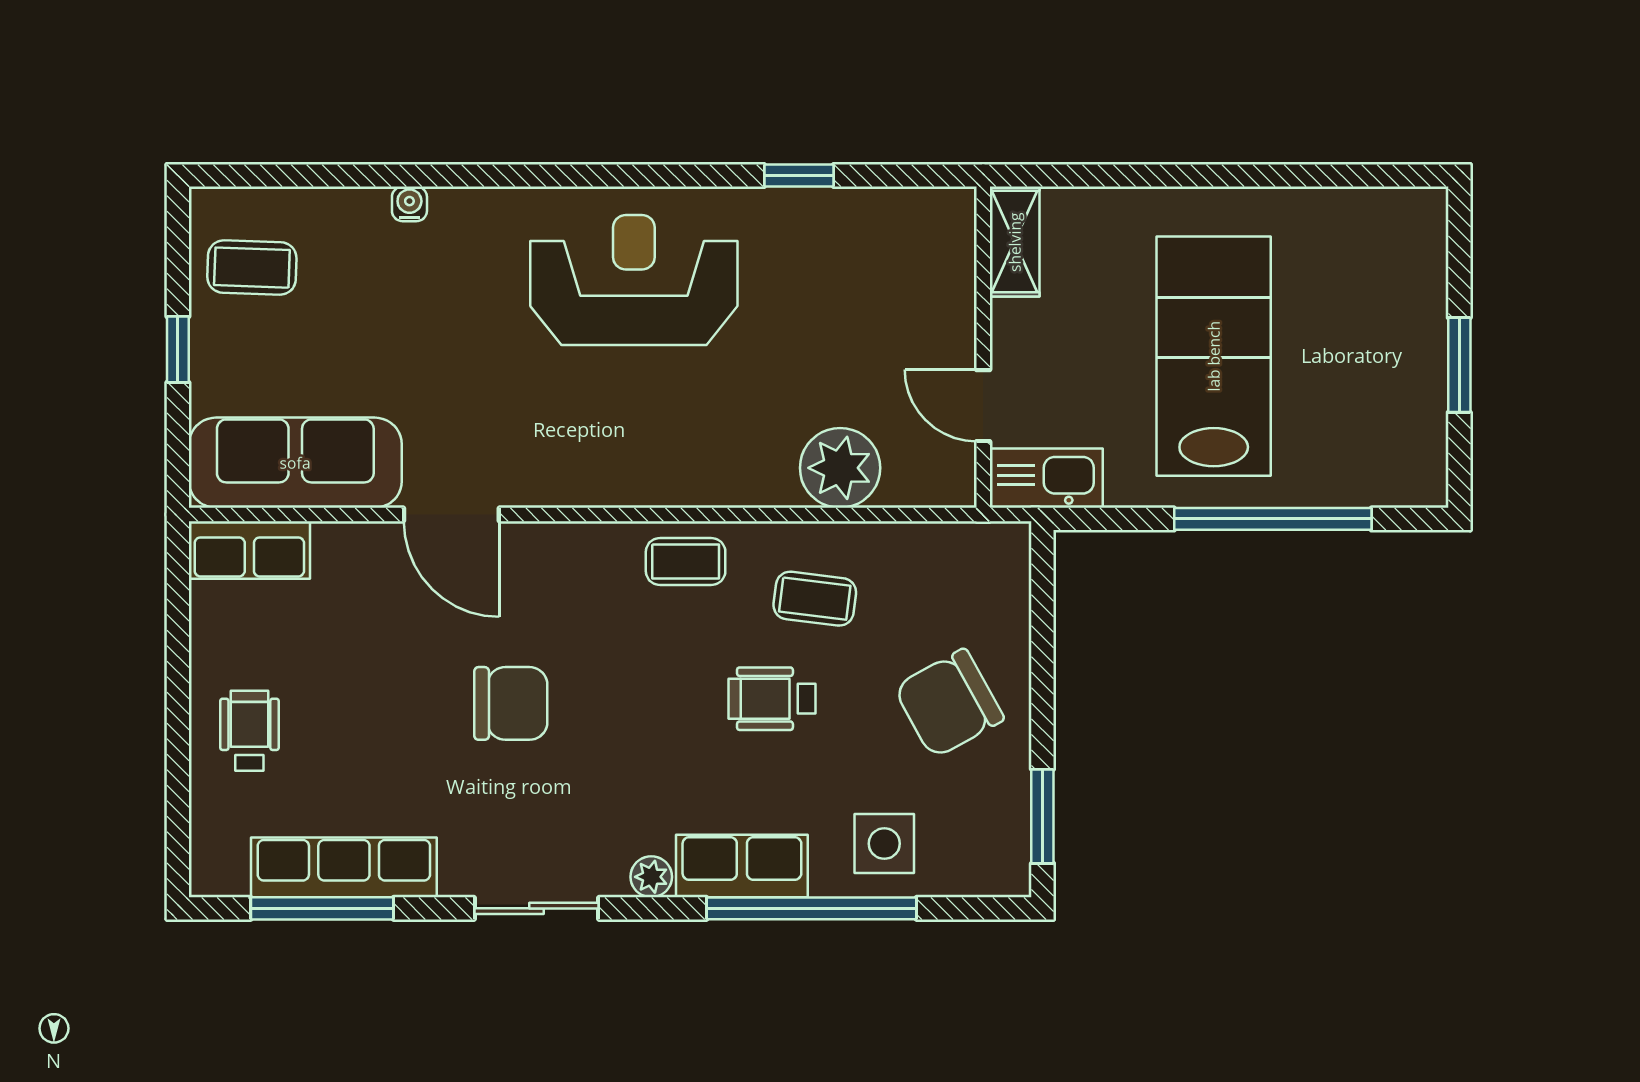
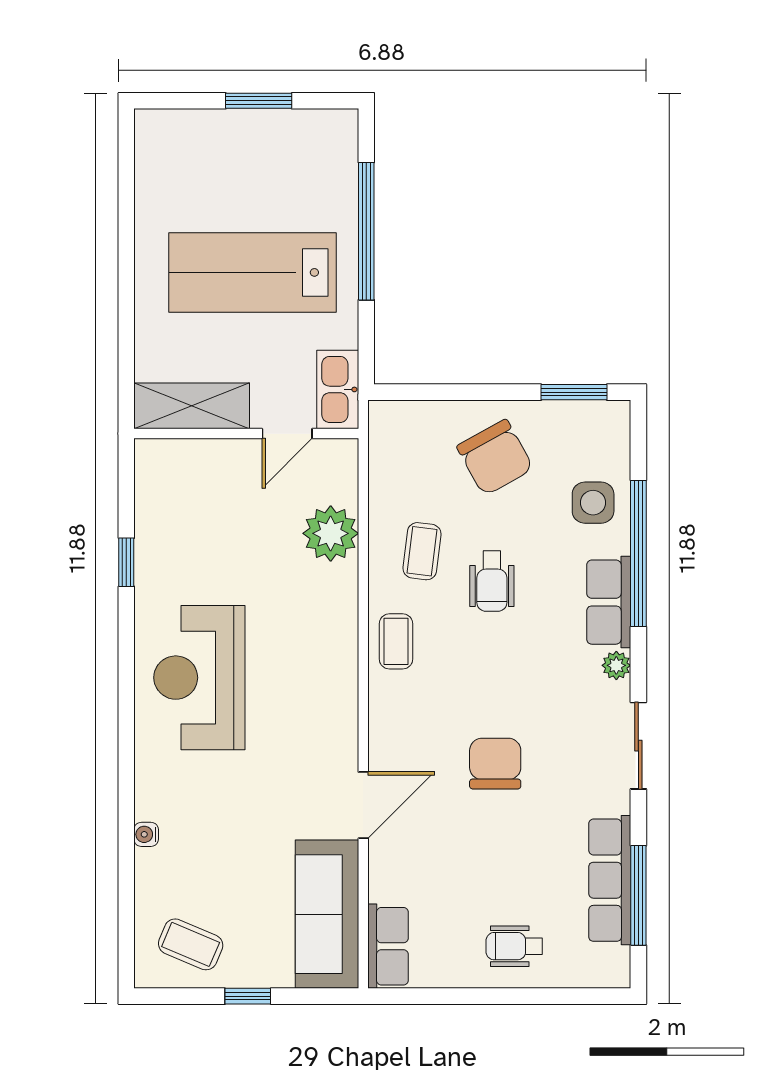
shelving: (1015, 242) -> (192, 406), width x1.50, depth x1.33
coffee table: (252, 268) -> (191, 944), turned -69

